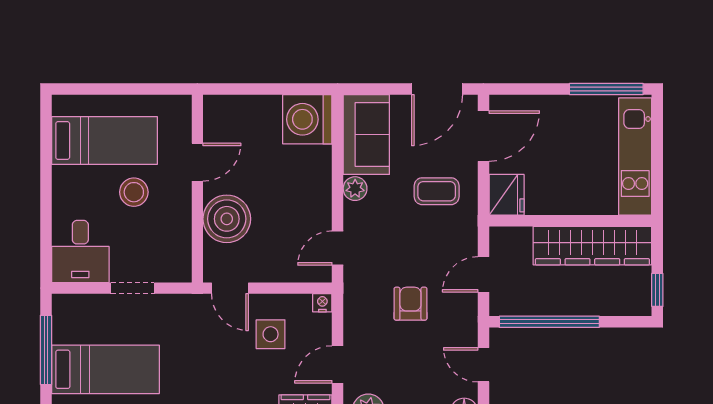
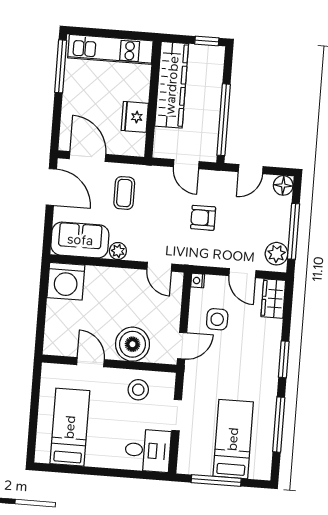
stool: (134, 192) -> (138, 390), moved
fridge: (507, 195) -> (135, 117), moved, turned -90

